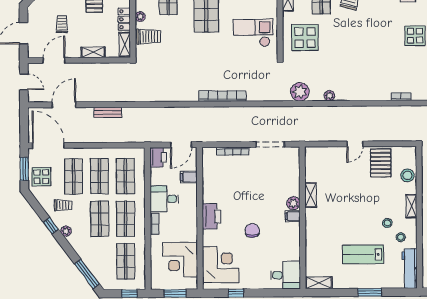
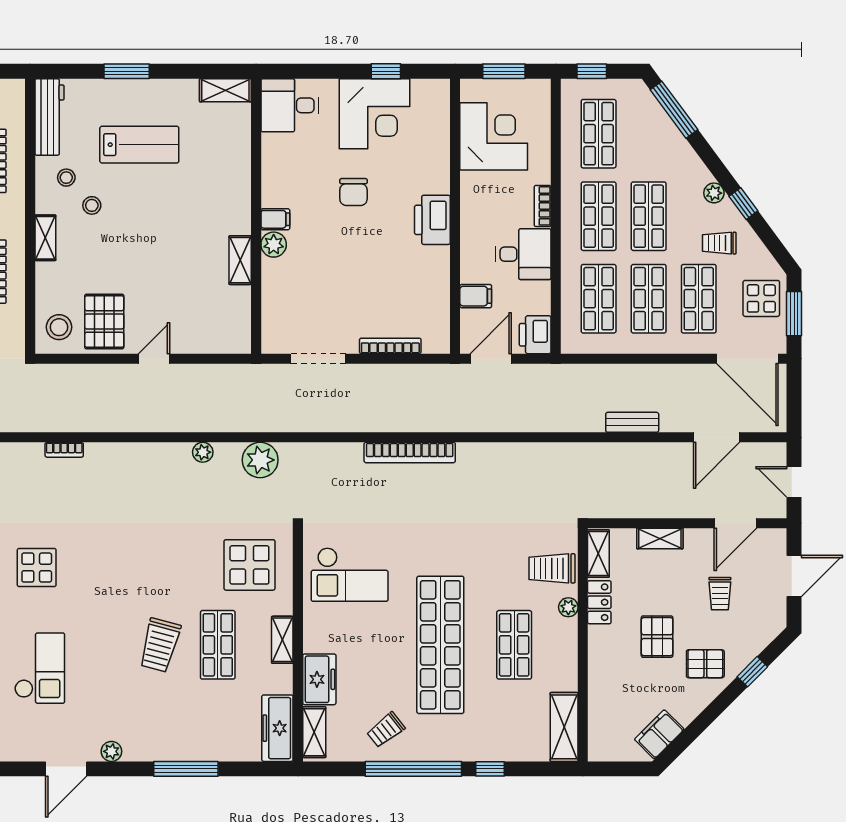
stool: (407, 175) -> (59, 327), moved
corner desk: (221, 265) -> (375, 114), moved, turned -90

